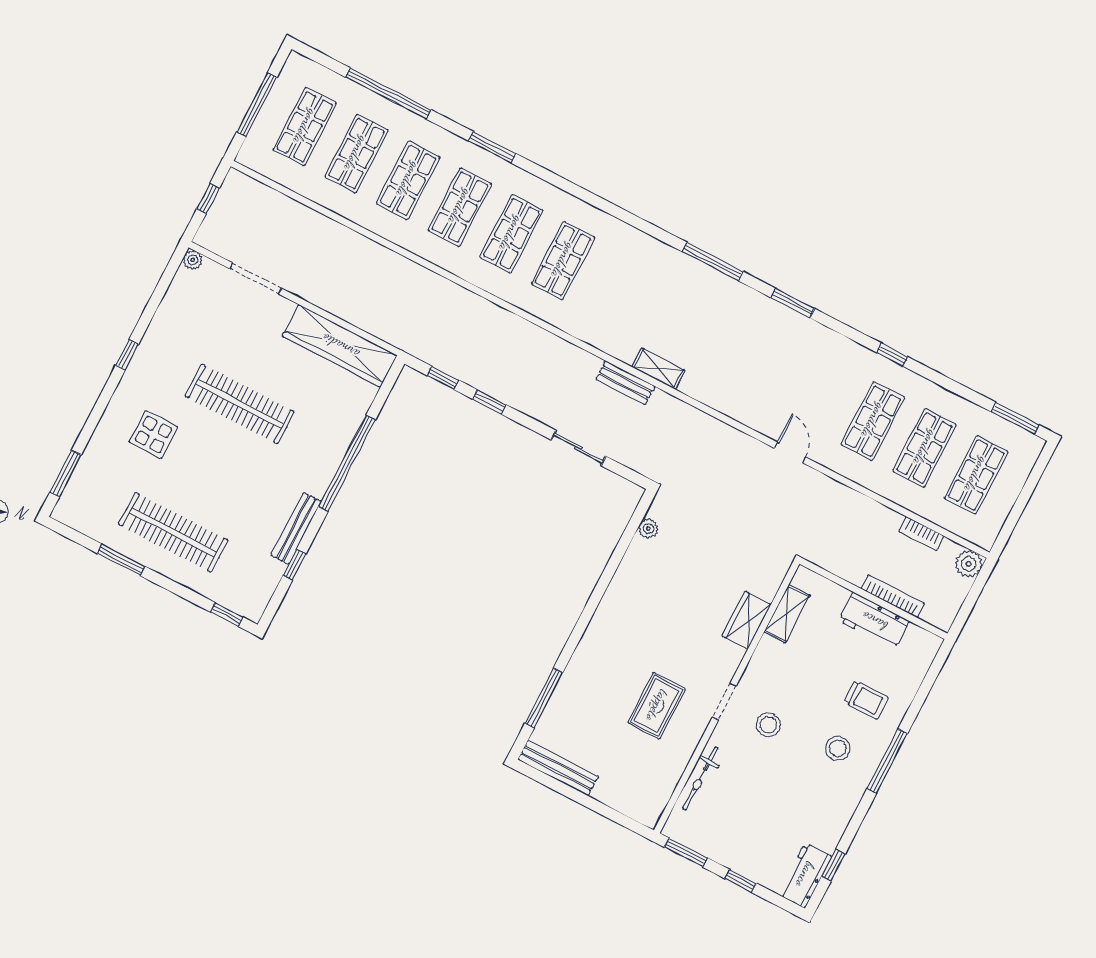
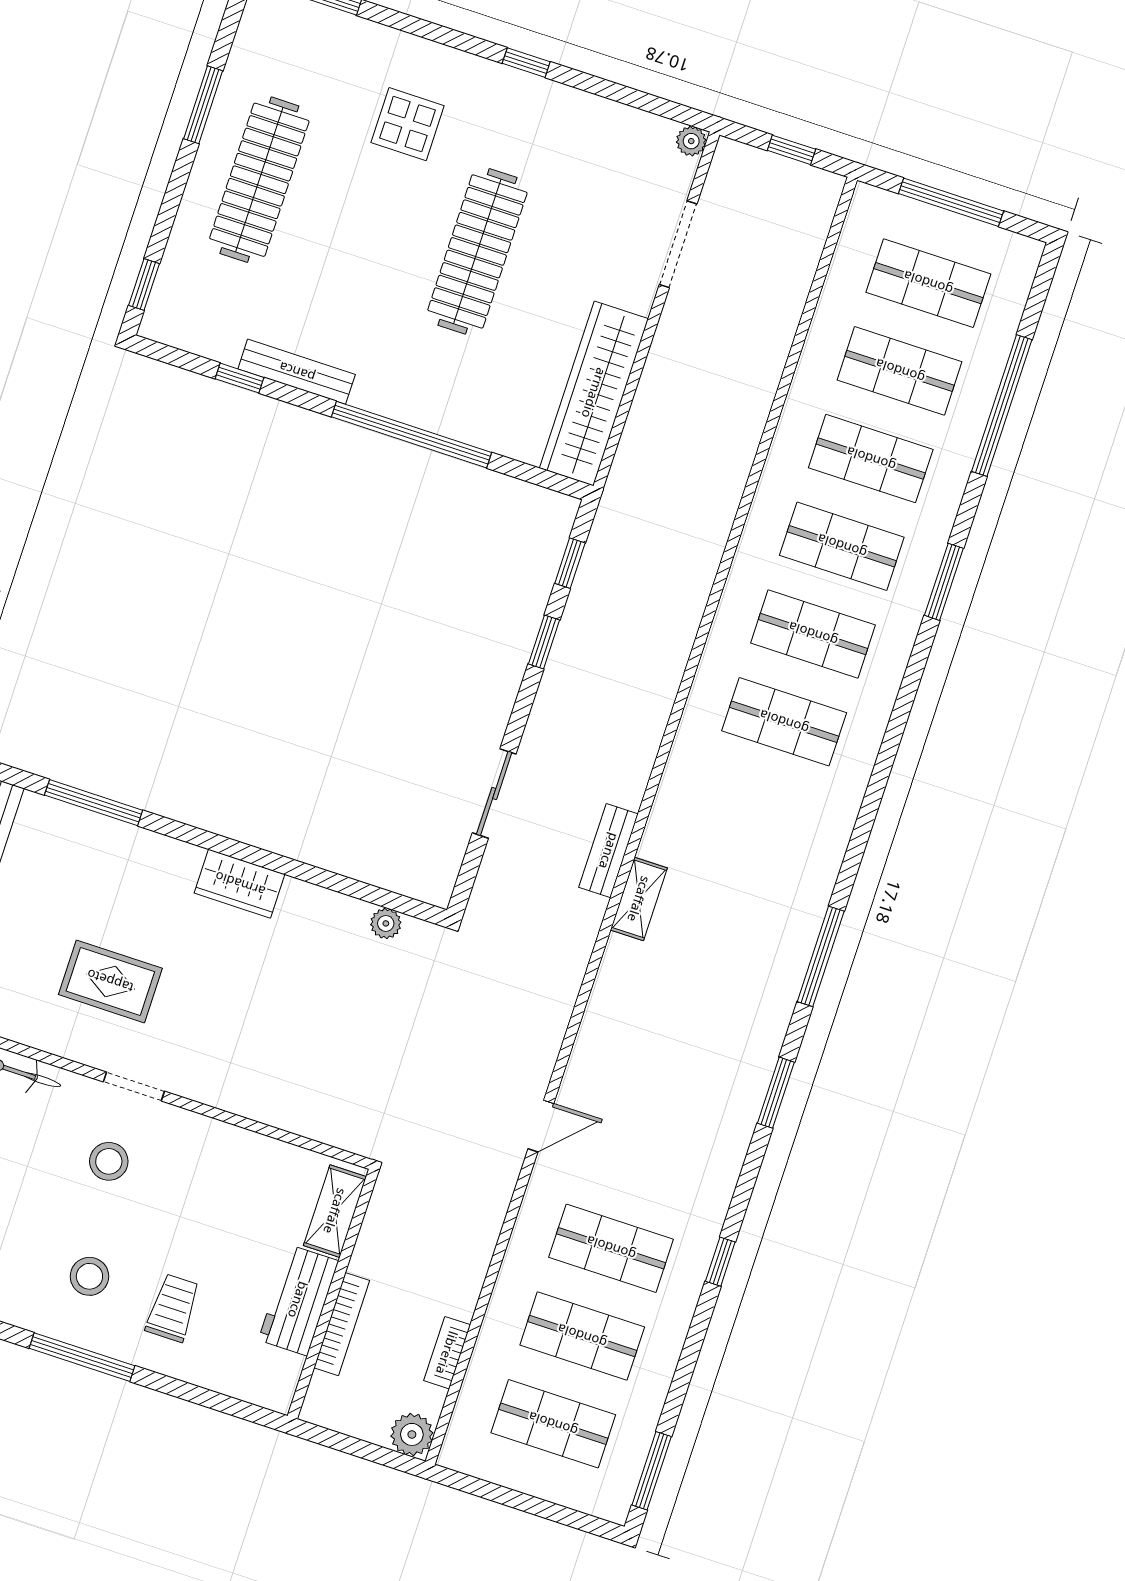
shelving: (787, 614) -> (335, 1211), moved, turned 90
wardrobe: (746, 620) -> (240, 884), moved, turned 180
trolley: (866, 700) -> (173, 1308), turned 180

